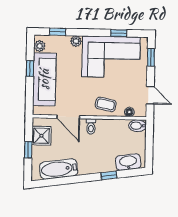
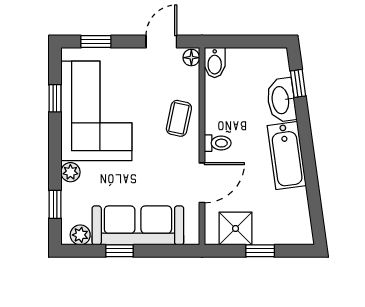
floor lamp: (129, 112) -> (191, 58), moved
washbasin: (128, 162) -> (281, 100), moved
bathtub: (59, 169) -> (287, 156), moved
window: (109, 175) -> (298, 83), moved

